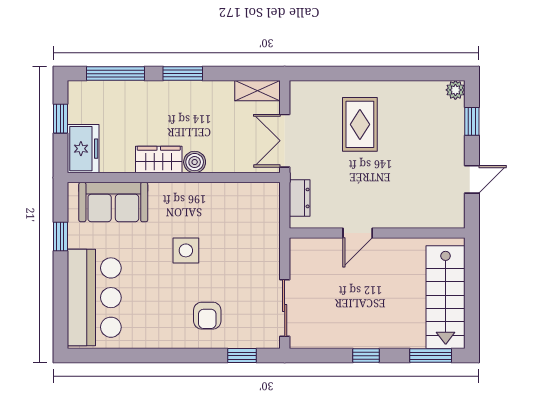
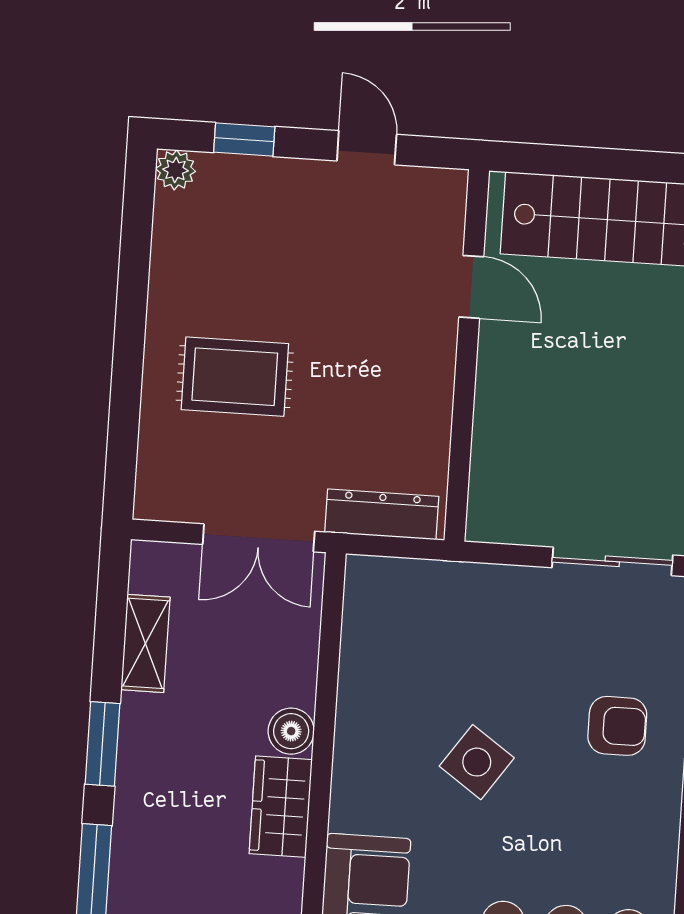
shelving: (257, 91) -> (145, 643), moved
dresser: (300, 198) -> (382, 514), width x1.44
door: (358, 233) -> (471, 287), moved
side table: (186, 250) -> (477, 762), turned 35

